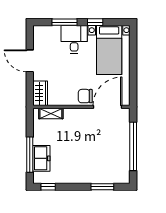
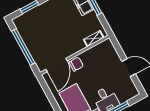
wardrobe: (40, 93) -> (109, 49), removed

